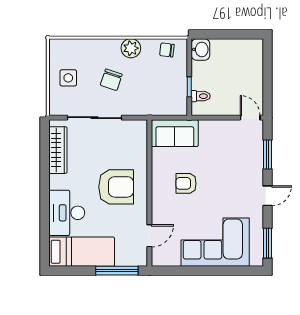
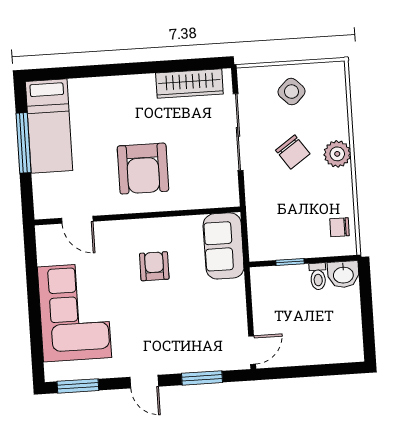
plant: (131, 48) -> (337, 154), moved
chair: (167, 50) -> (340, 227), turned -97
side table: (68, 78) -> (291, 92), turned 45
chair: (111, 80) -> (293, 152), turned -143
toilet: (201, 96) -> (318, 276), moved
desk: (67, 213) -> (102, 102), removed
window: (117, 271) -> (23, 143), moved

